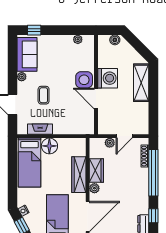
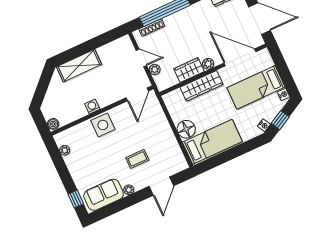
boiler: (115, 40) -> (53, 124), moved
washing machine: (108, 78) -> (92, 106), width x0.53, depth x0.53
door: (96, 99) -> (137, 94), moved
fireplace: (40, 129) -> (173, 147), removed

